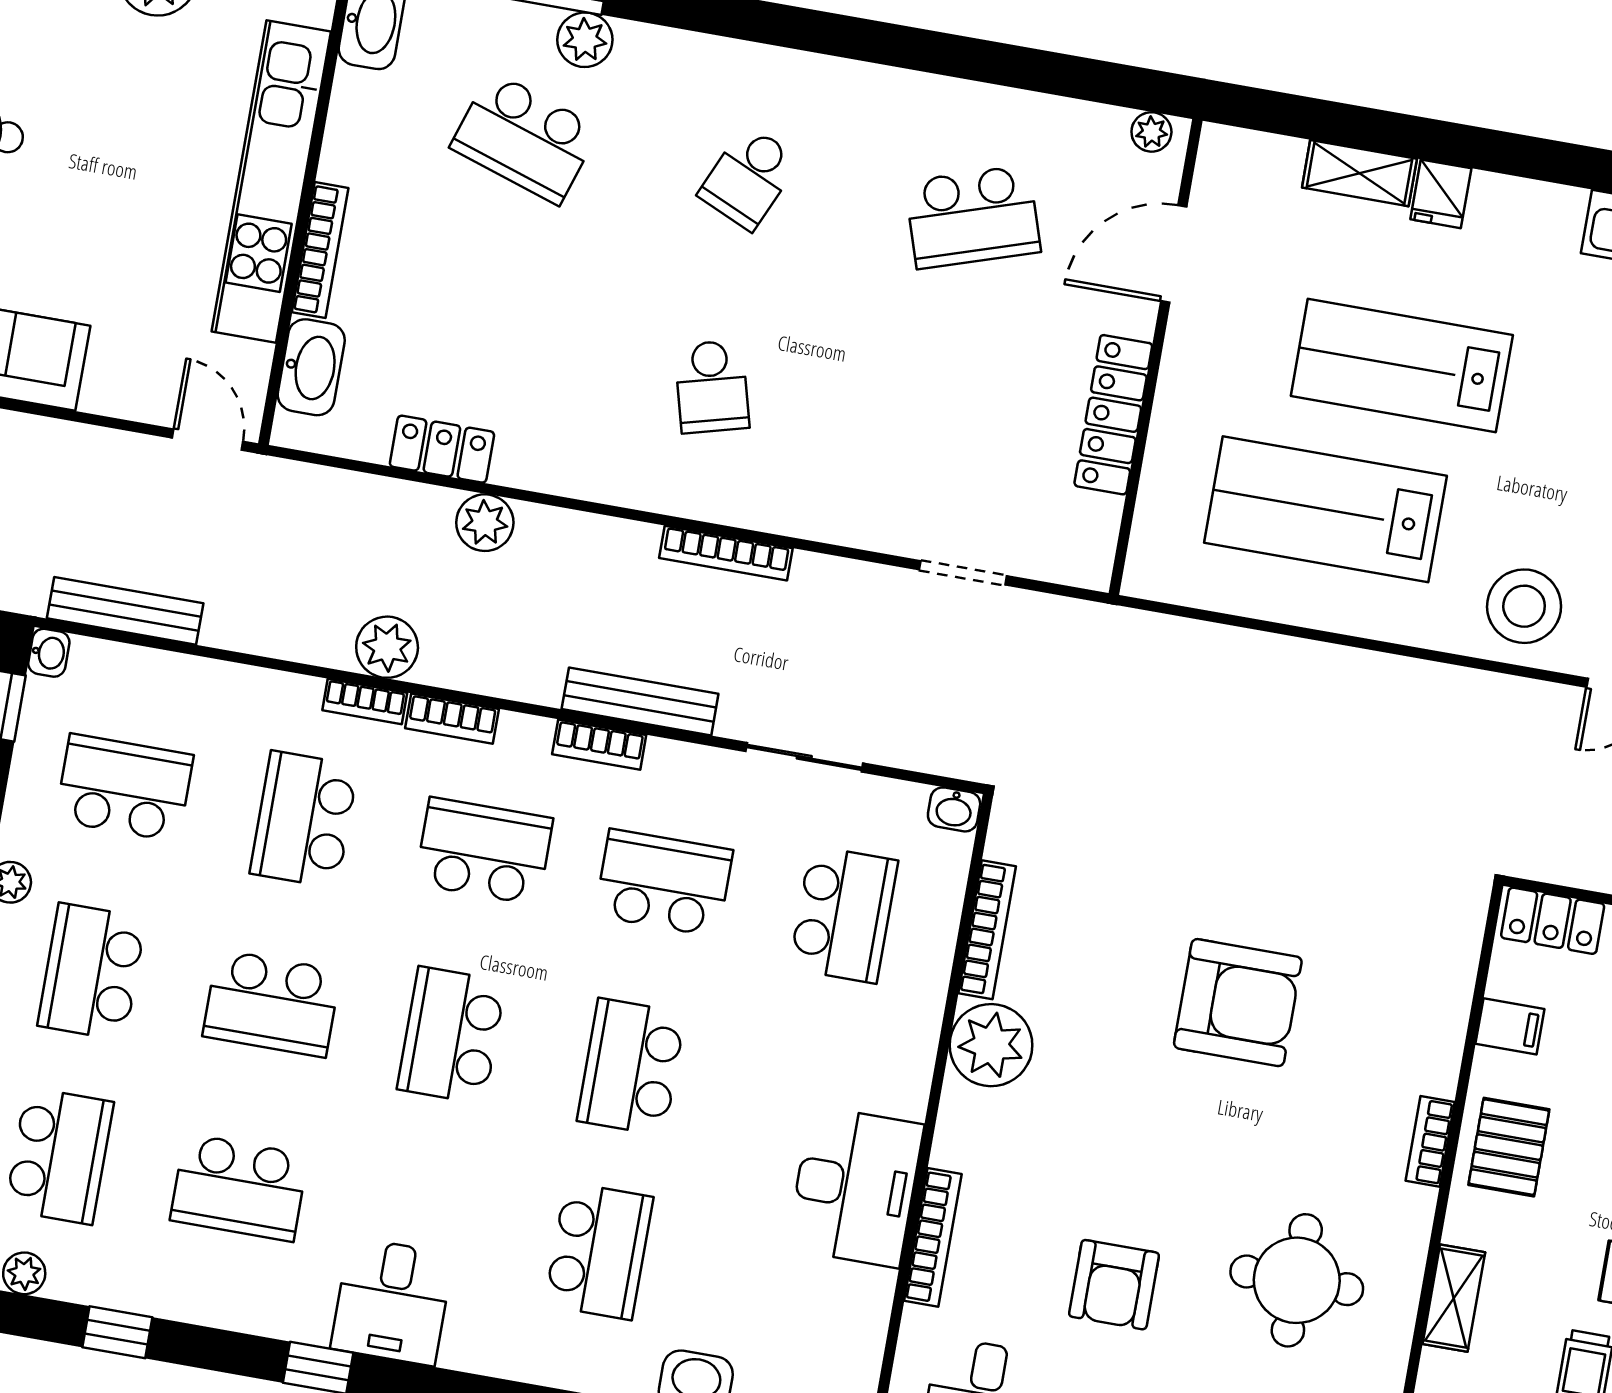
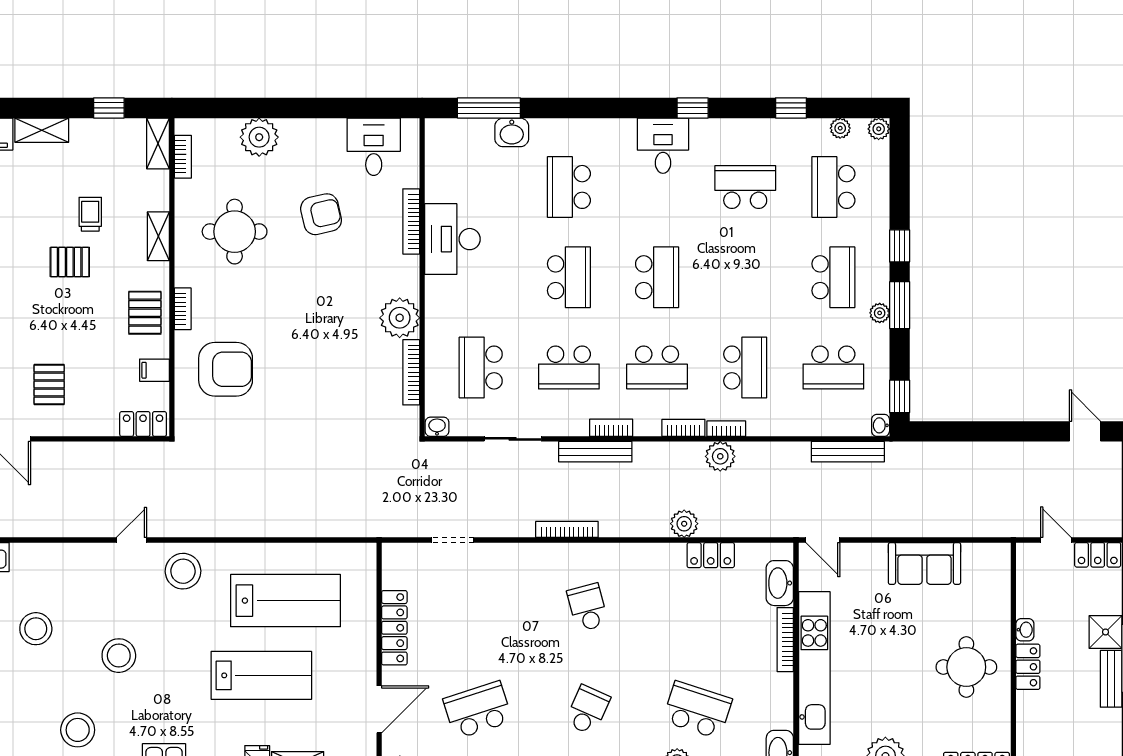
school desk: (272, 1003) -> (745, 277), removed
armchair: (1238, 1003) -> (226, 369), moved, turned 180
armchair: (1114, 1285) -> (321, 214), turned 77

